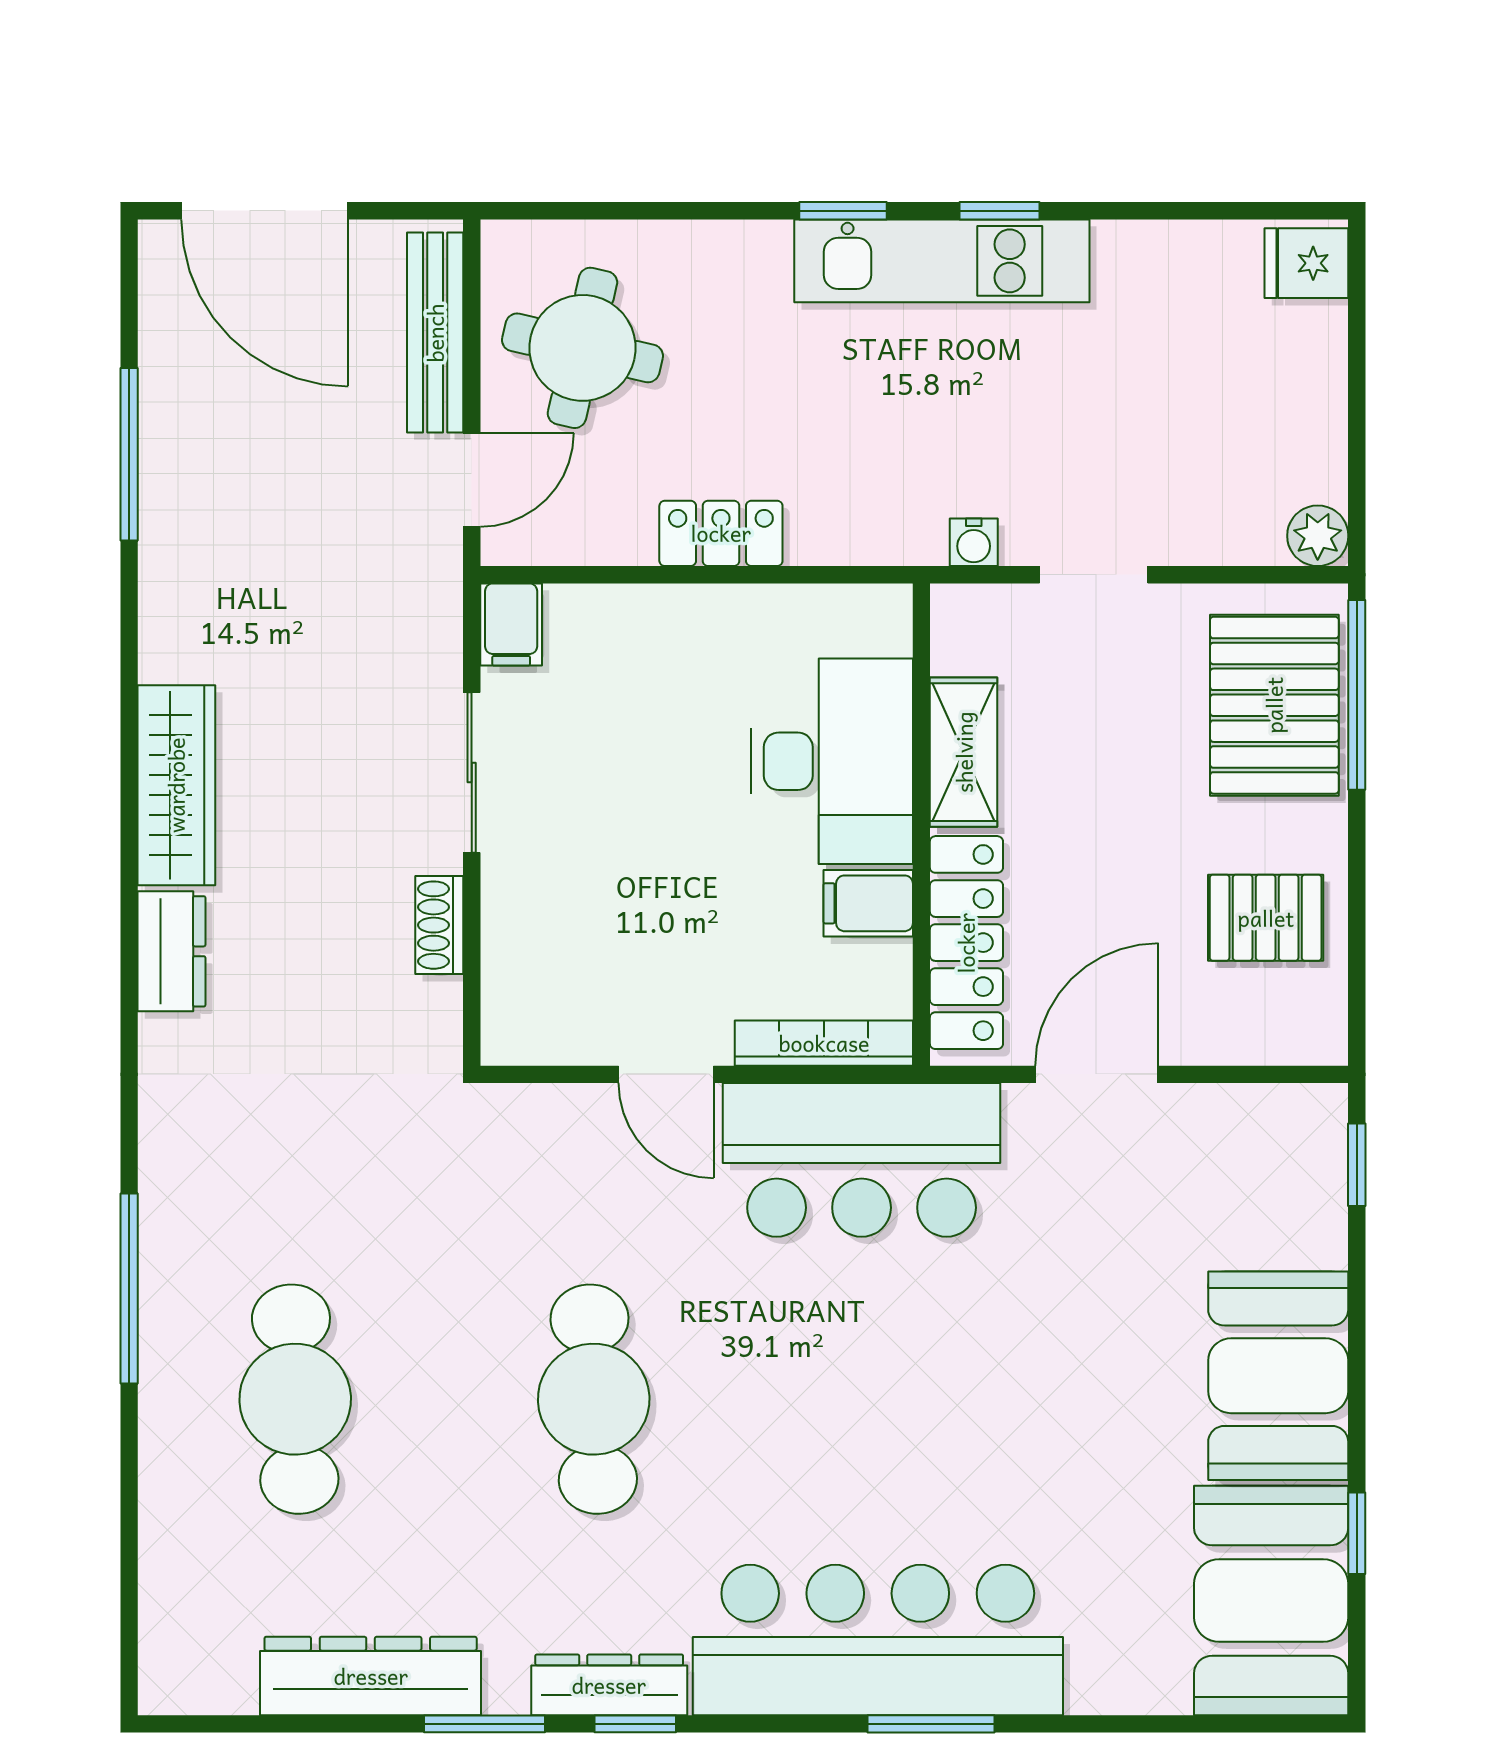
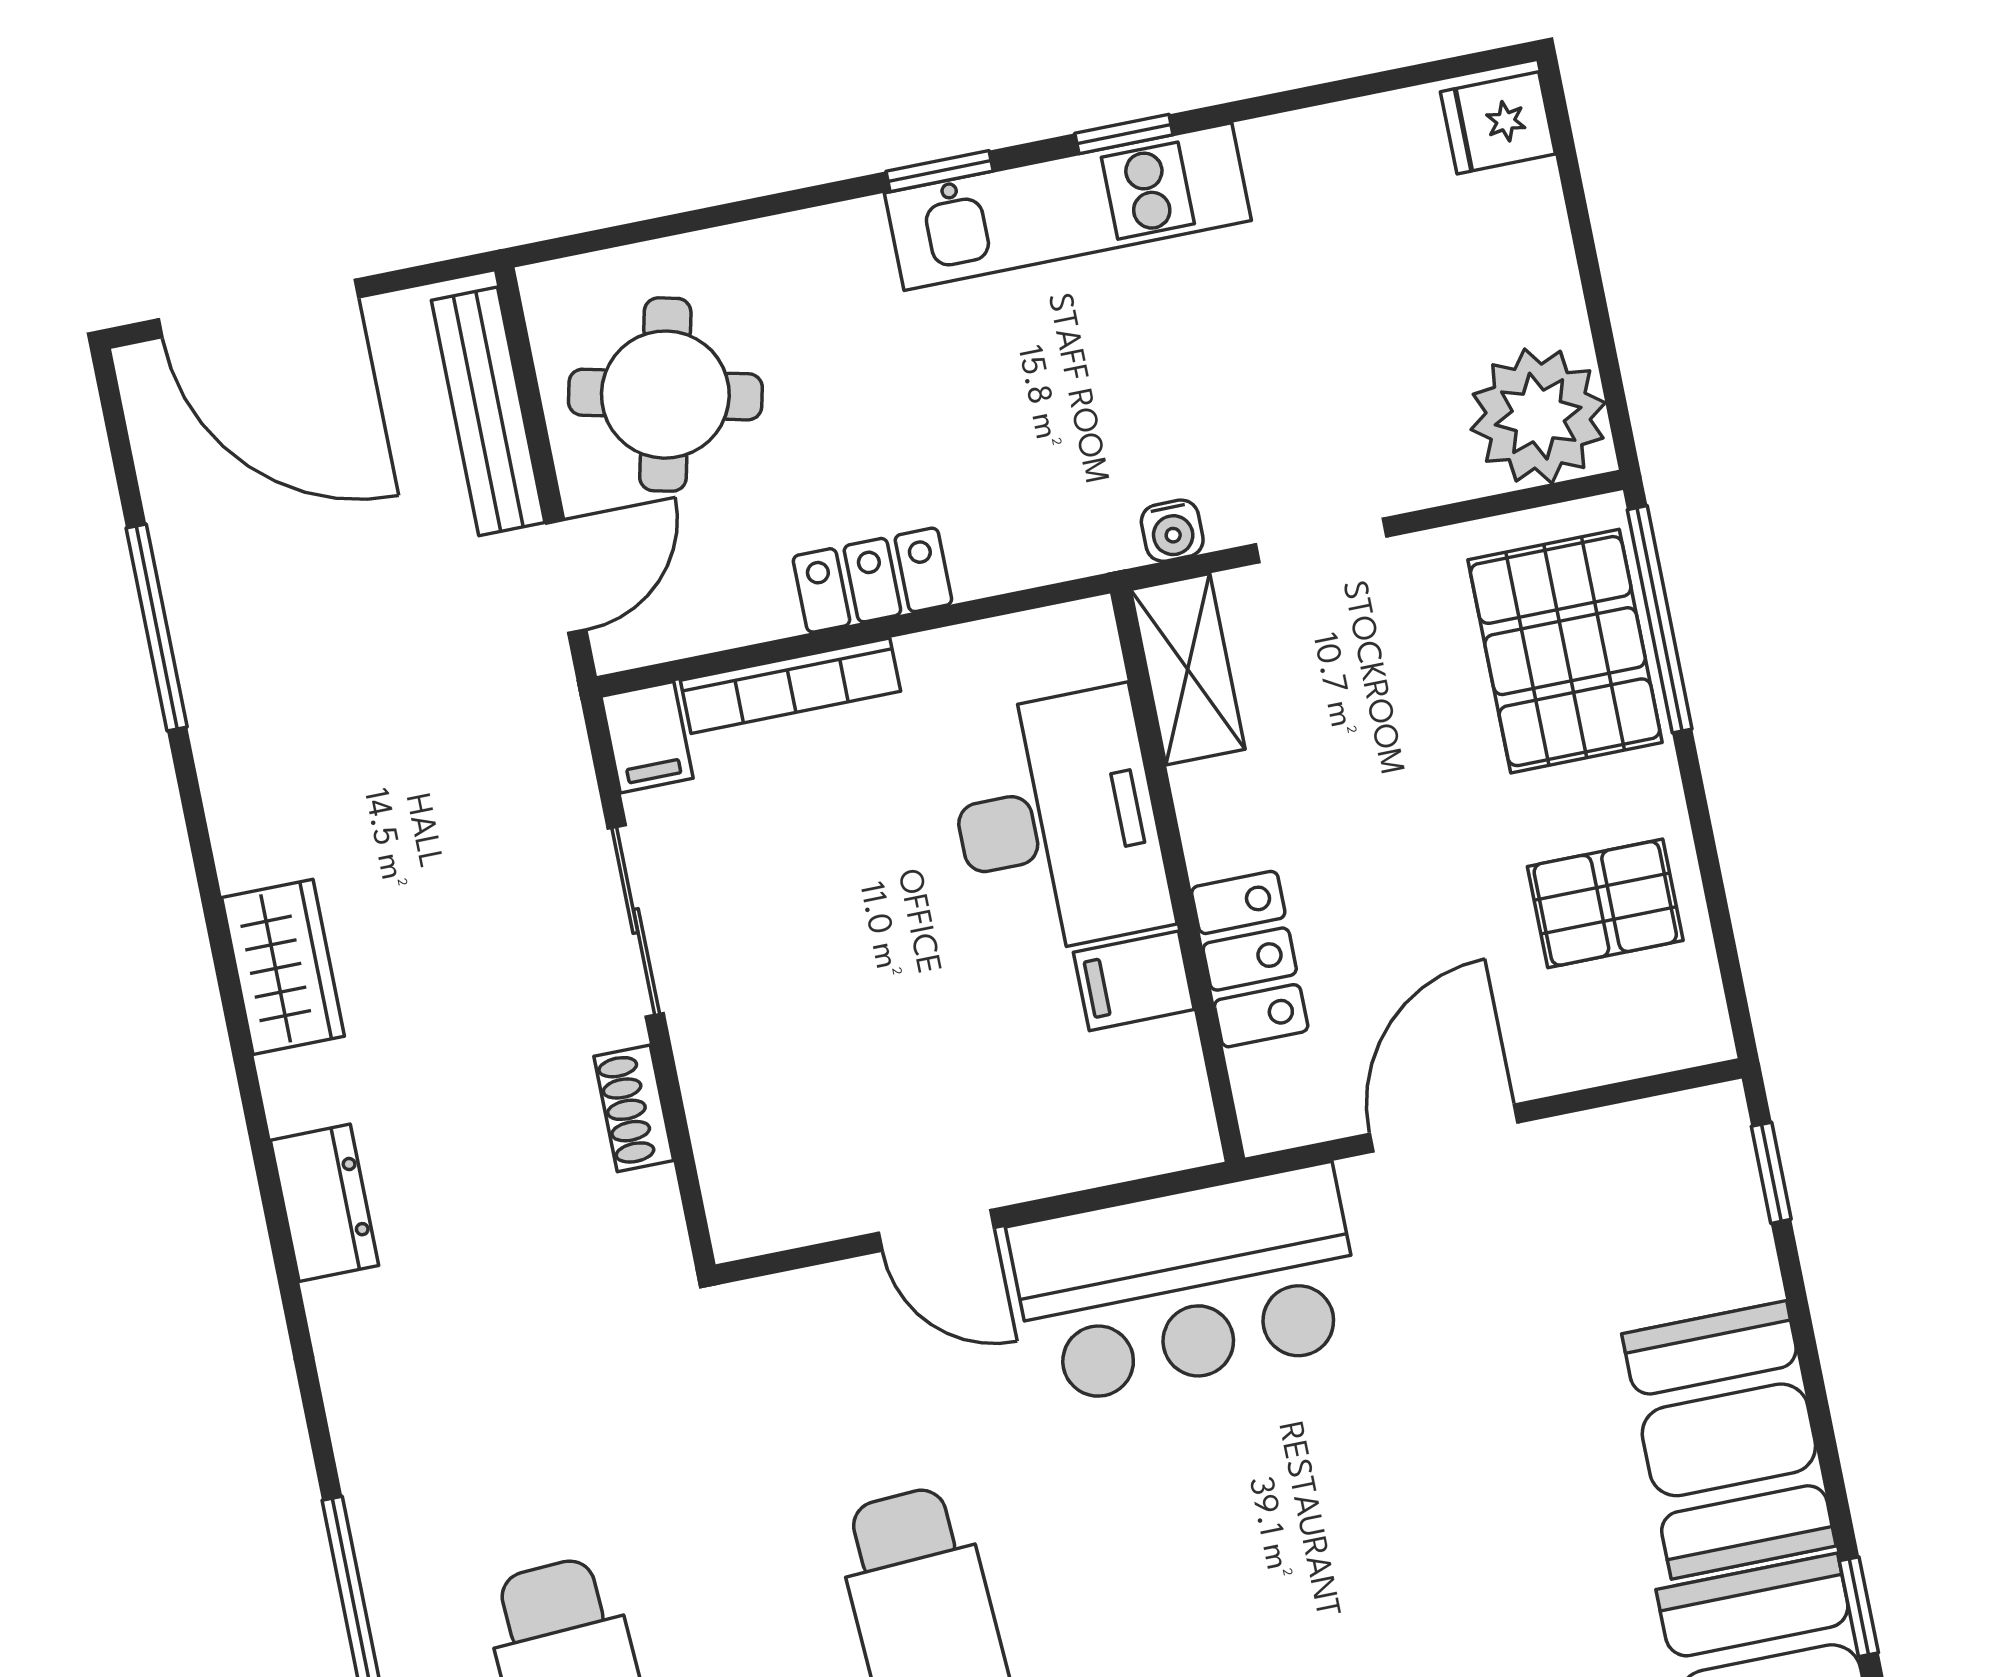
plant: (1318, 536) -> (1538, 416), width x1.87, depth x1.87
shelving: (964, 752) -> (1188, 669), moved
wardrobe: (176, 785) -> (283, 967), width x0.67
locker: (966, 943) -> (1250, 959), width x0.66
bookcase: (824, 1043) -> (790, 686), moved, turned 180

